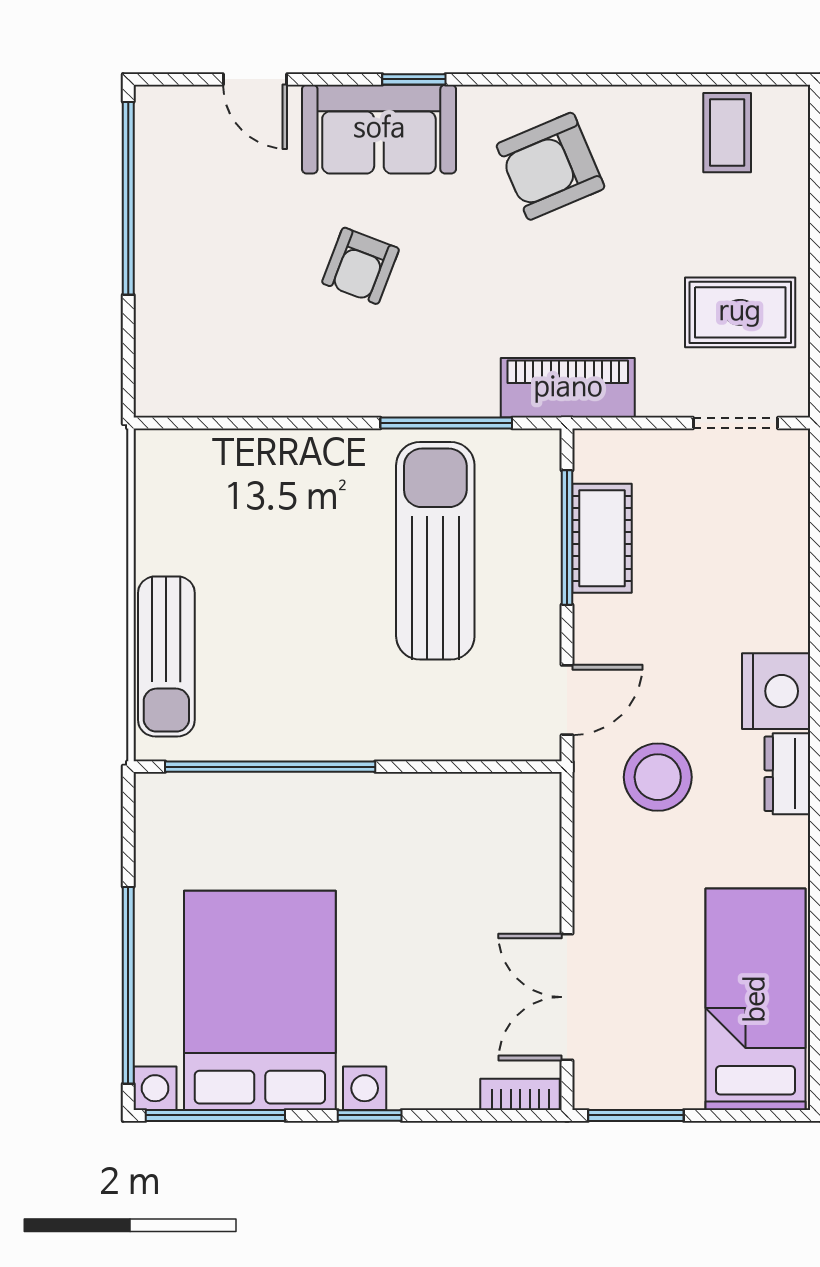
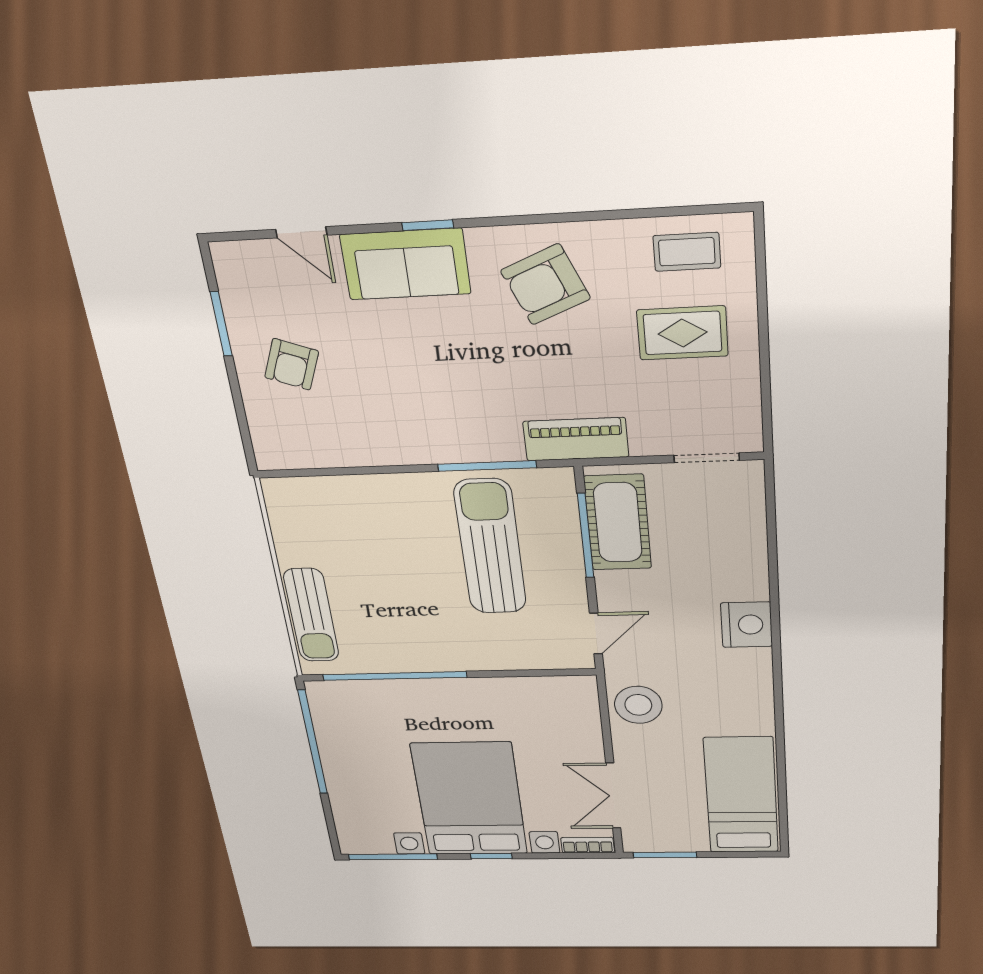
coffee table: (727, 133) -> (687, 252), turned 90
window: (128, 198) -> (221, 324), width x0.47
armchair: (360, 266) -> (292, 364), moved
rug: (740, 312) -> (683, 333), moved
cot: (602, 538) -> (618, 523), width x1.37, depth x1.34
dresser: (787, 774) -> (757, 672), removed
stool: (658, 777) -> (638, 705), moved
window: (128, 985) -> (313, 742), moved
bed with nightstands: (260, 1000) -> (469, 799), moved

